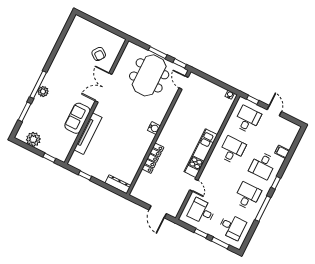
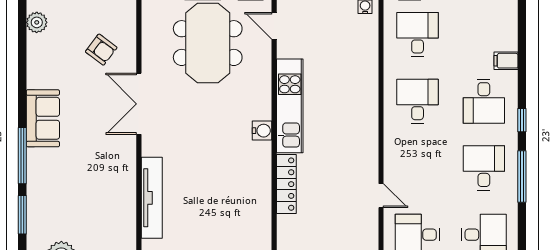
plant: (43, 91) -> (37, 22), moved
sofa: (77, 118) -> (43, 118), moved, turned 180
kitchen unit: (201, 153) -> (290, 106), moved, turned 180

